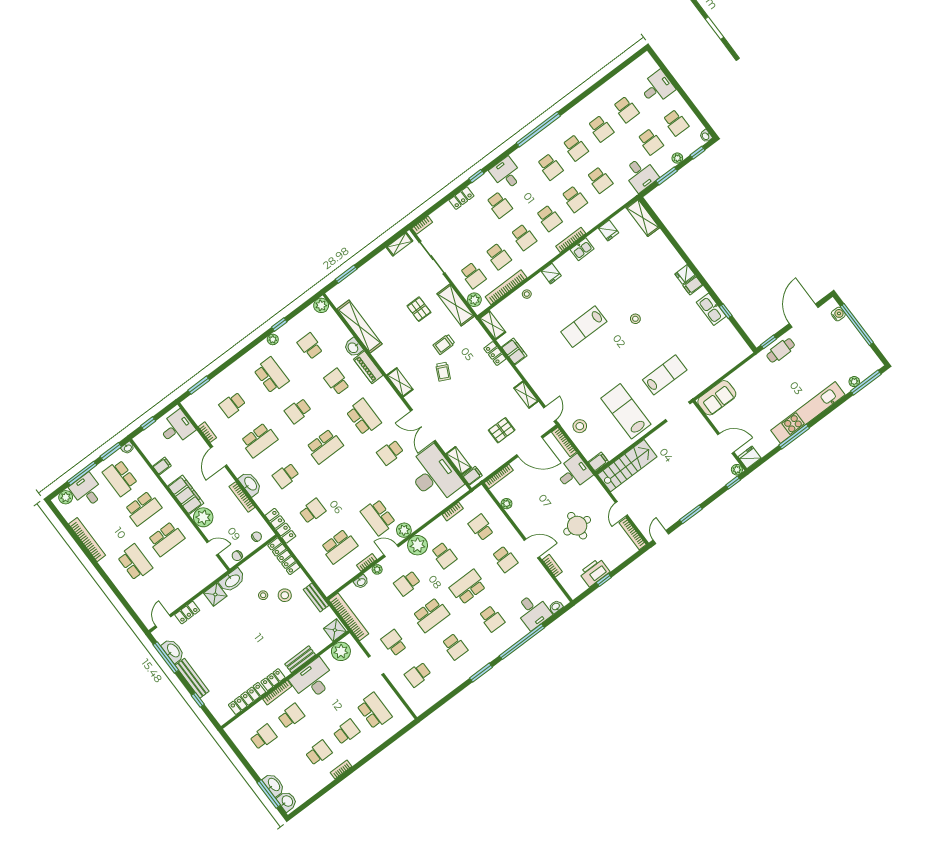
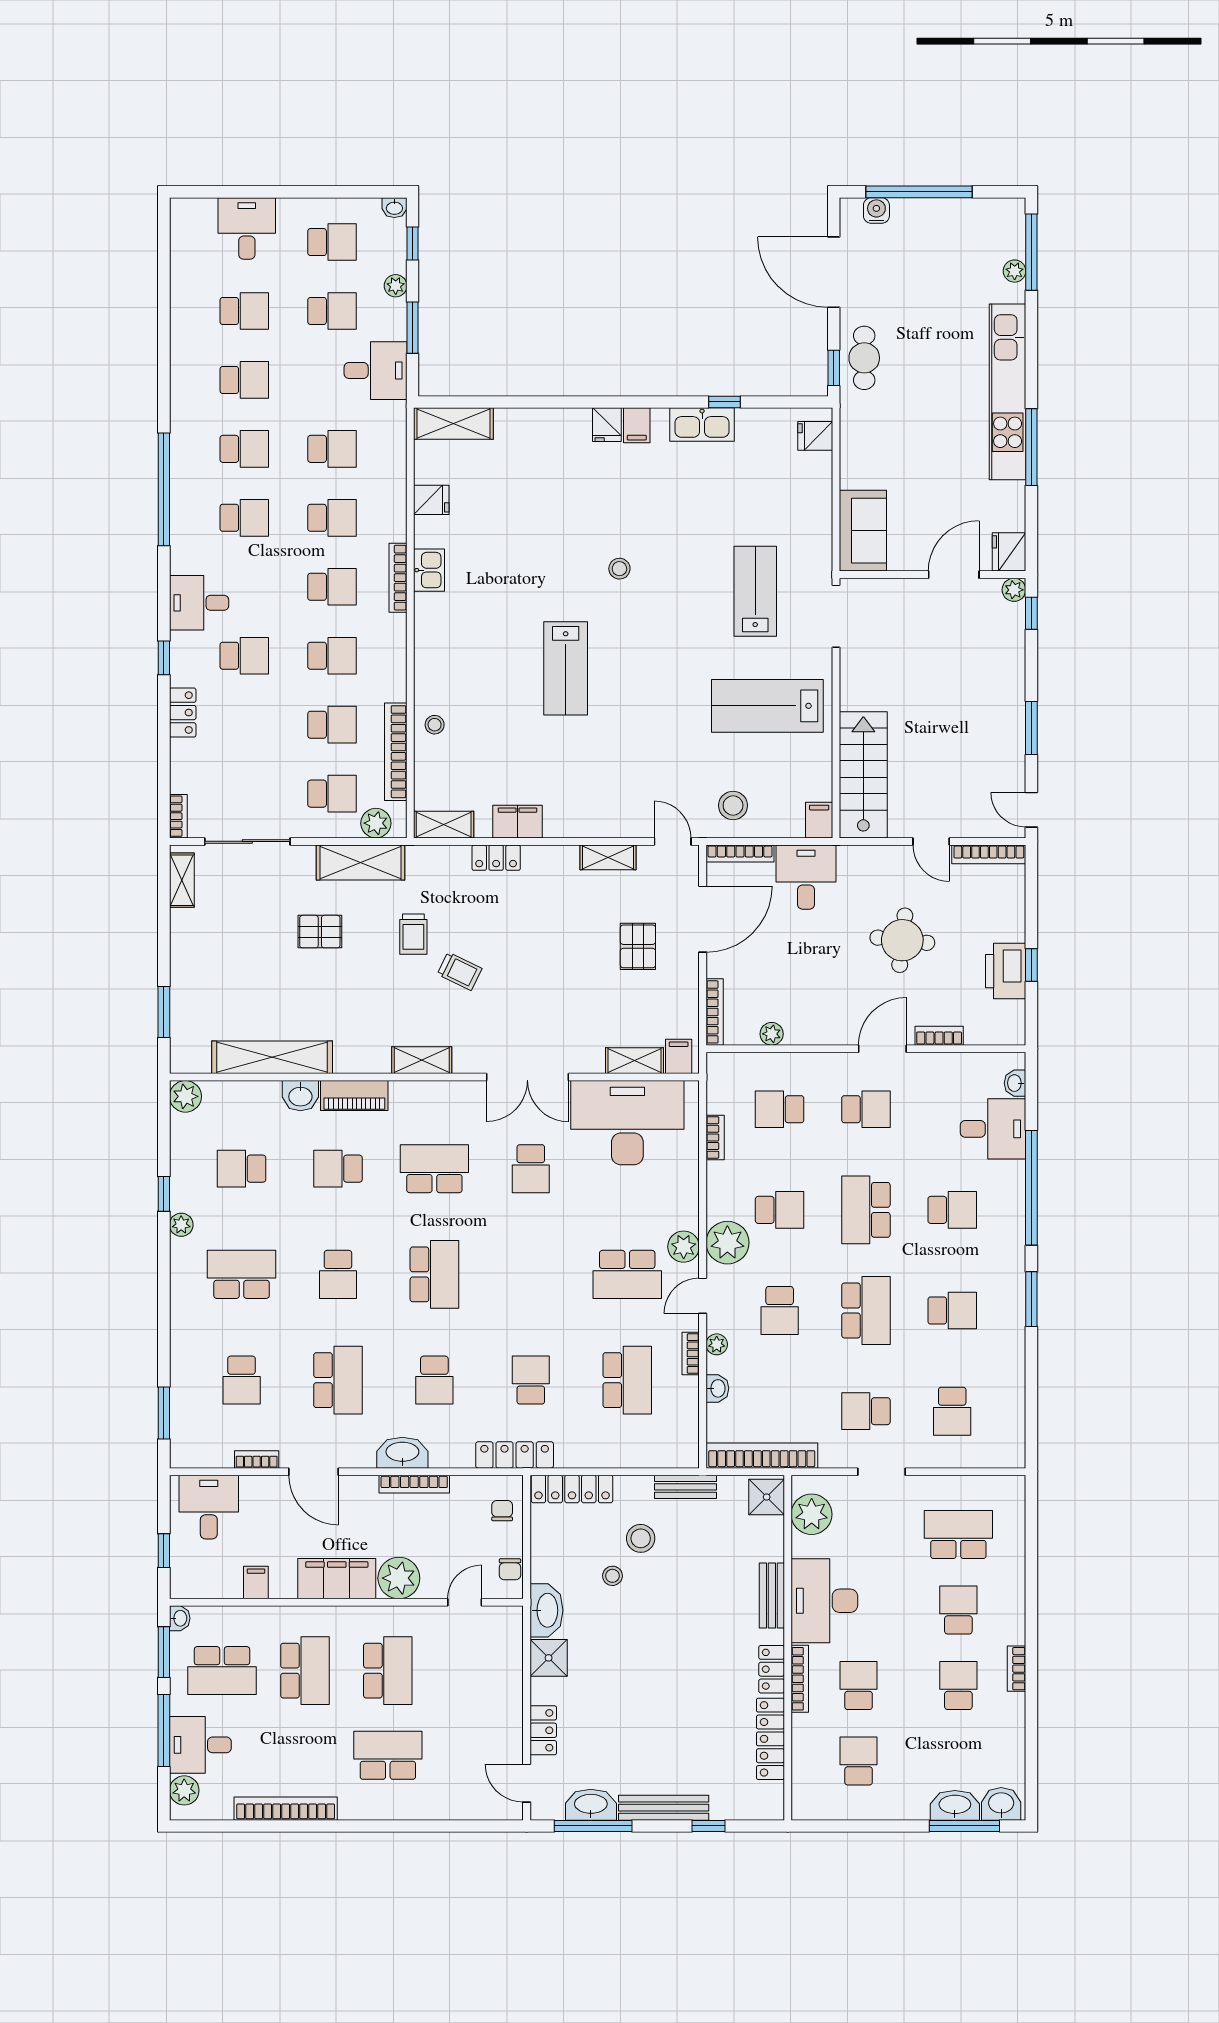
fridge: (551, 274) -> (815, 436), moved, turned 180

